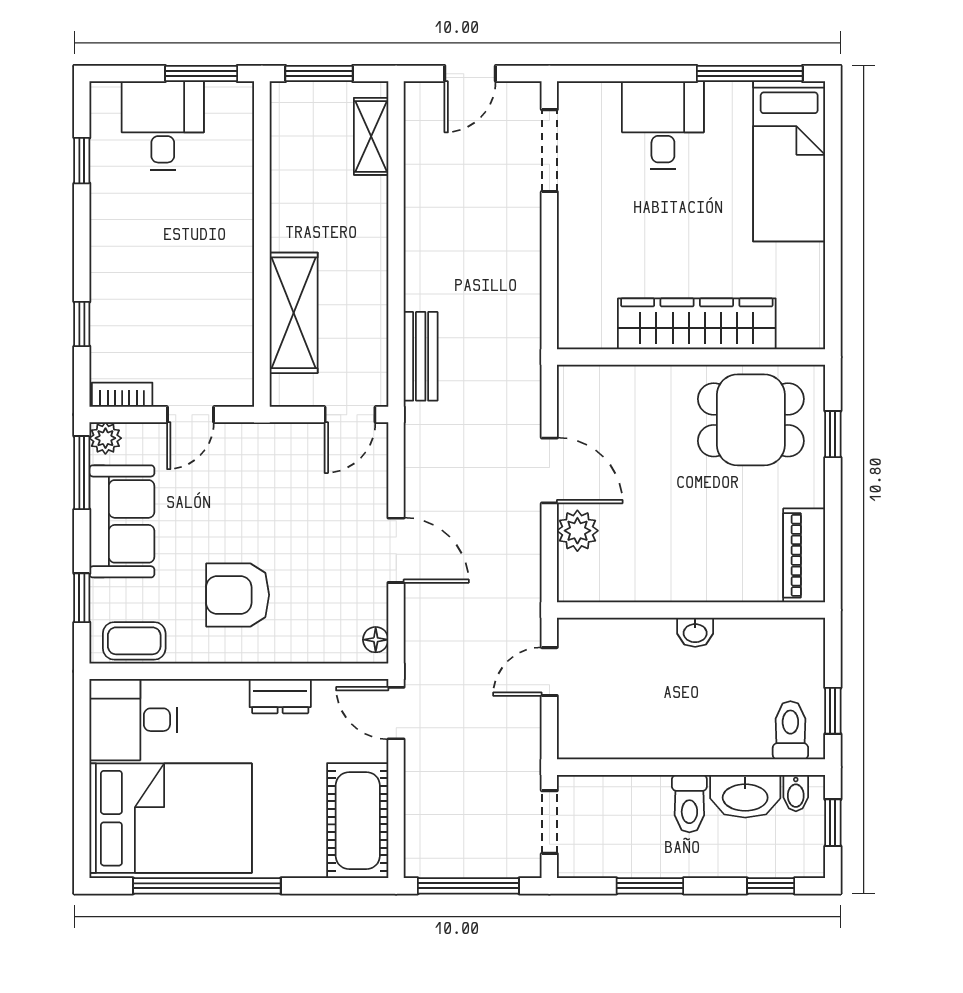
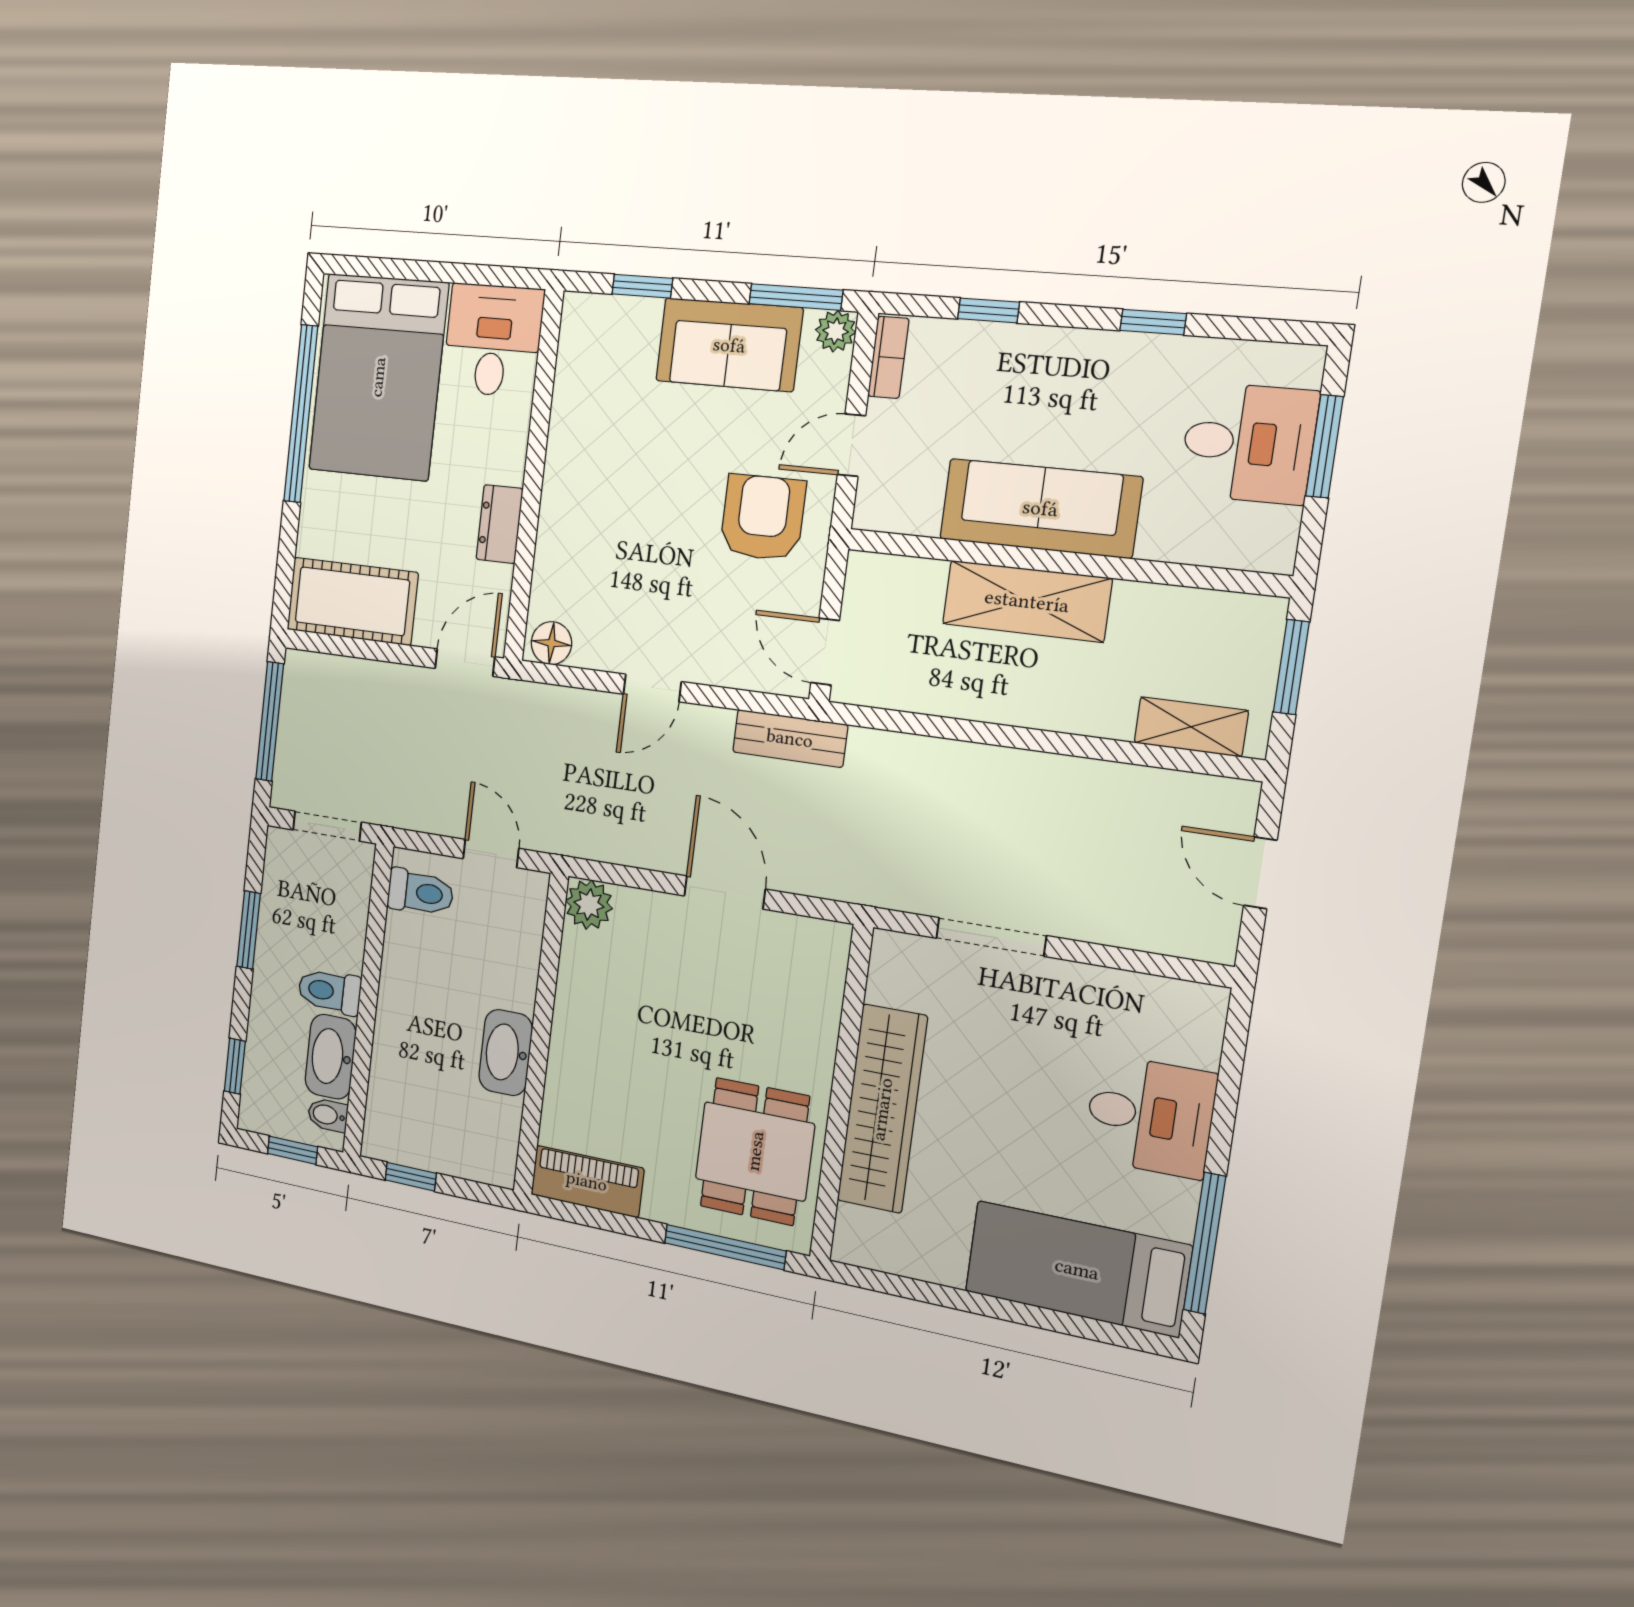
window: (201, 74) -> (1324, 446), moved
doorway: (549, 151) -> (991, 937), moved
window: (82, 161) -> (1153, 322), moved
sofa: (224, 266) -> (1040, 508), added
shelving: (294, 313) -> (1027, 601), moved
bench: (421, 356) -> (790, 738), moved
door: (190, 415) -> (851, 445), hinge flipped
window: (833, 434) -> (725, 1247), width x2.17
door: (549, 470) -> (725, 892), swing flipped
plant: (577, 531) -> (589, 905), moved
door: (396, 550) -> (652, 688), width x0.73
armchair: (238, 595) -> (763, 518), moved
washbasin: (695, 632) -> (506, 1053), width x1.91, depth x1.45
floor lamp: (376, 640) -> (551, 643), width x1.37, depth x1.37
coffee table: (134, 641) -> (584, 349), removed
toilet: (790, 730) -> (420, 892), moved

